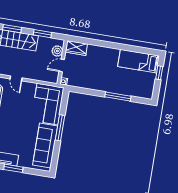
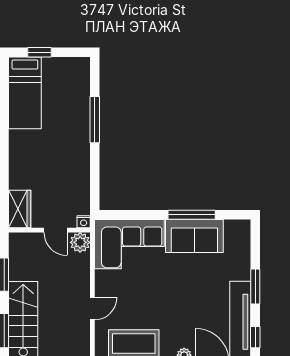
plant: (57, 51) -> (80, 242), moved
window: (60, 128) -> (192, 215), moved
sofa: (45, 146) -> (194, 236), width x0.73

